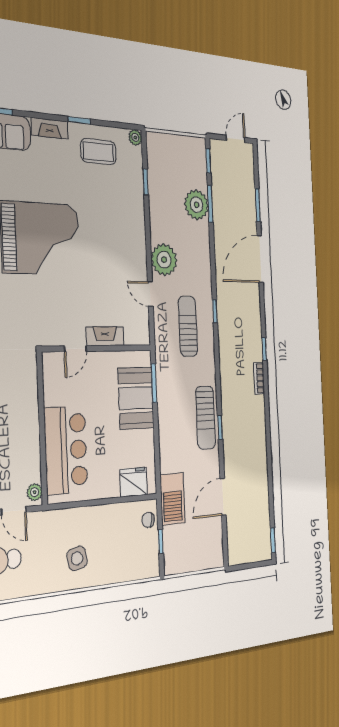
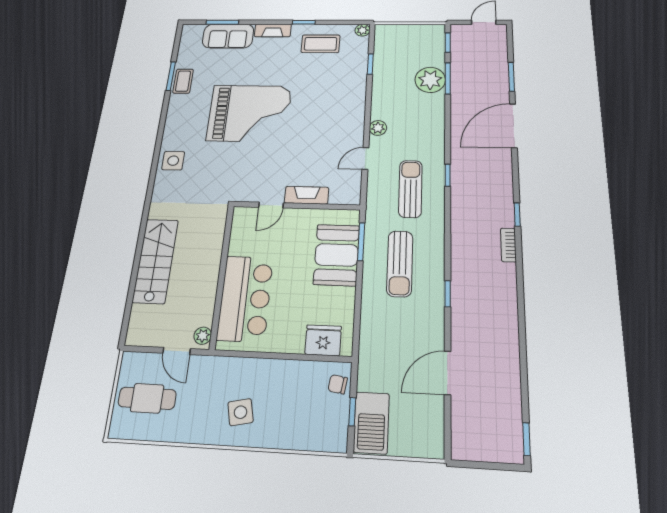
plant: (164, 260) -> (378, 128), width x0.53, depth x0.53
door: (150, 294) -> (365, 158), hinge flipped
sun lounger: (206, 418) -> (400, 264), moved
barbecue: (173, 499) -> (371, 423), moved

